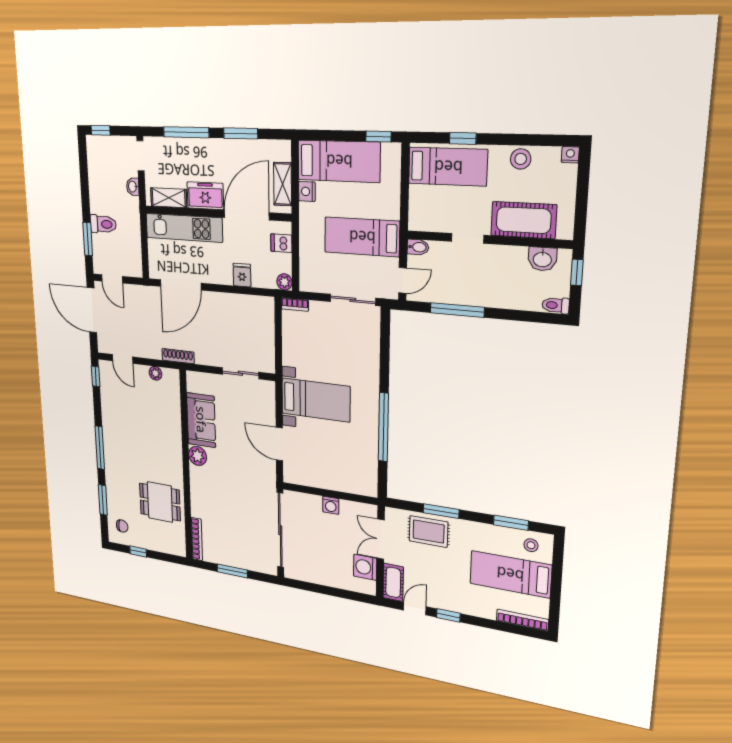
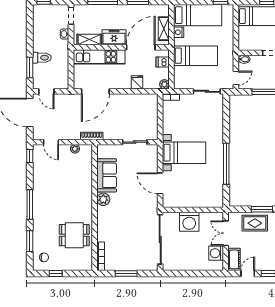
bed: (362, 237) -> (196, 56), moved, turned 180
washing machine: (331, 505) -> (189, 222), width x1.89, depth x1.89

